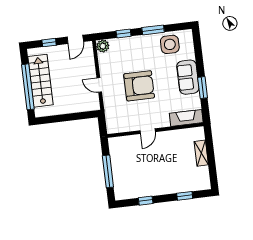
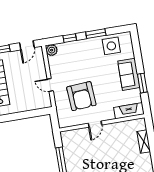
armchair: (139, 86) -> (81, 96), moved, turned 86

